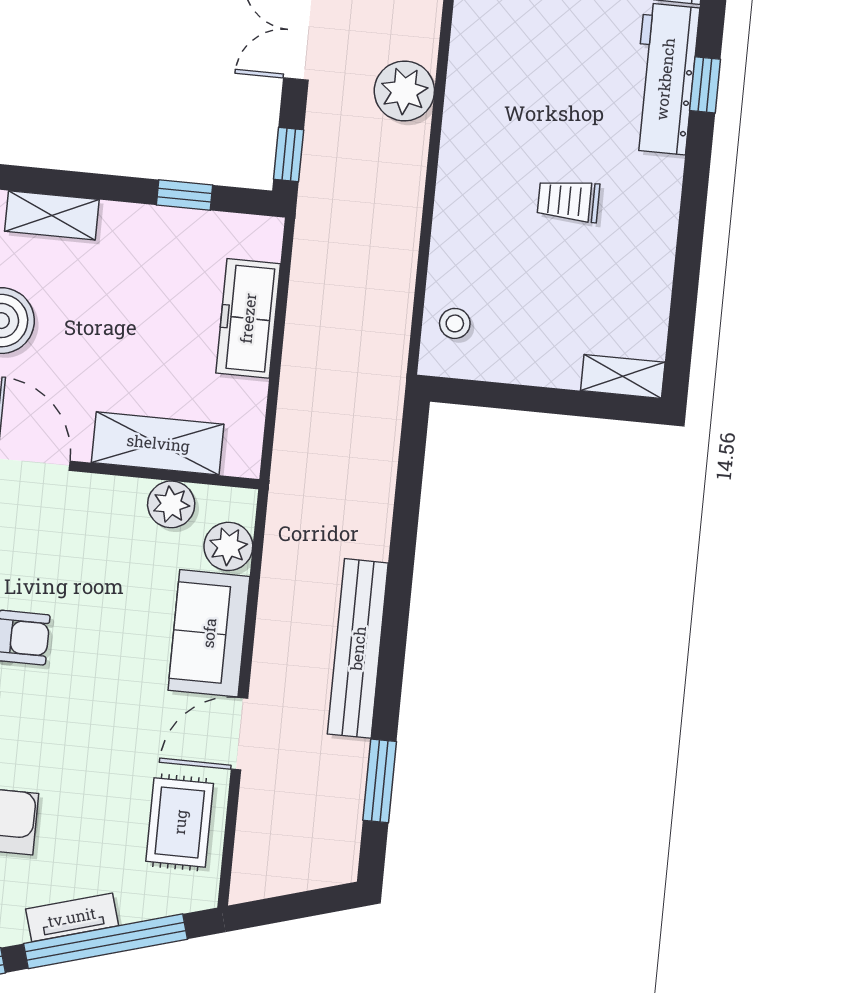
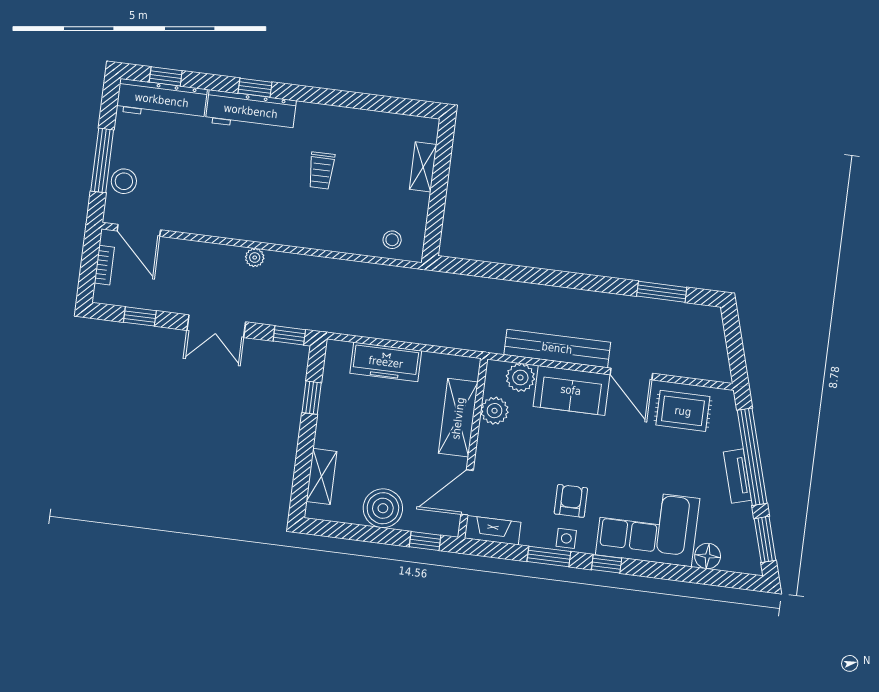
plant: (404, 91) -> (255, 258), width x0.53, depth x0.53
shelving: (623, 376) -> (423, 167), moved
bench: (358, 648) -> (557, 348), moved

